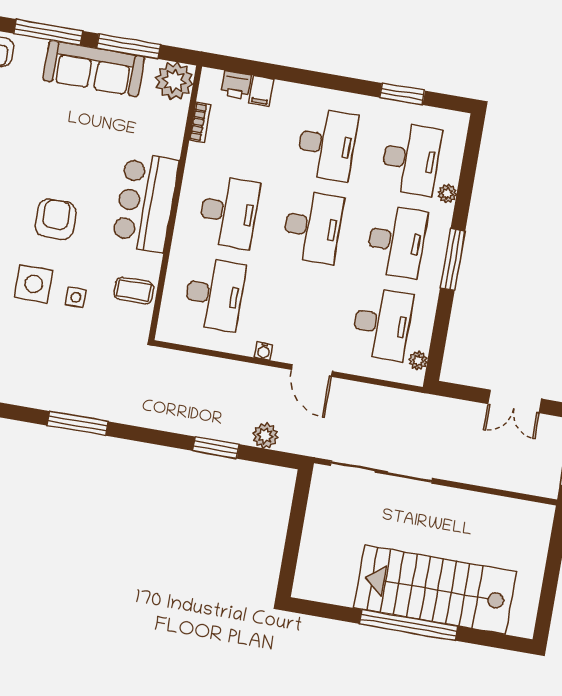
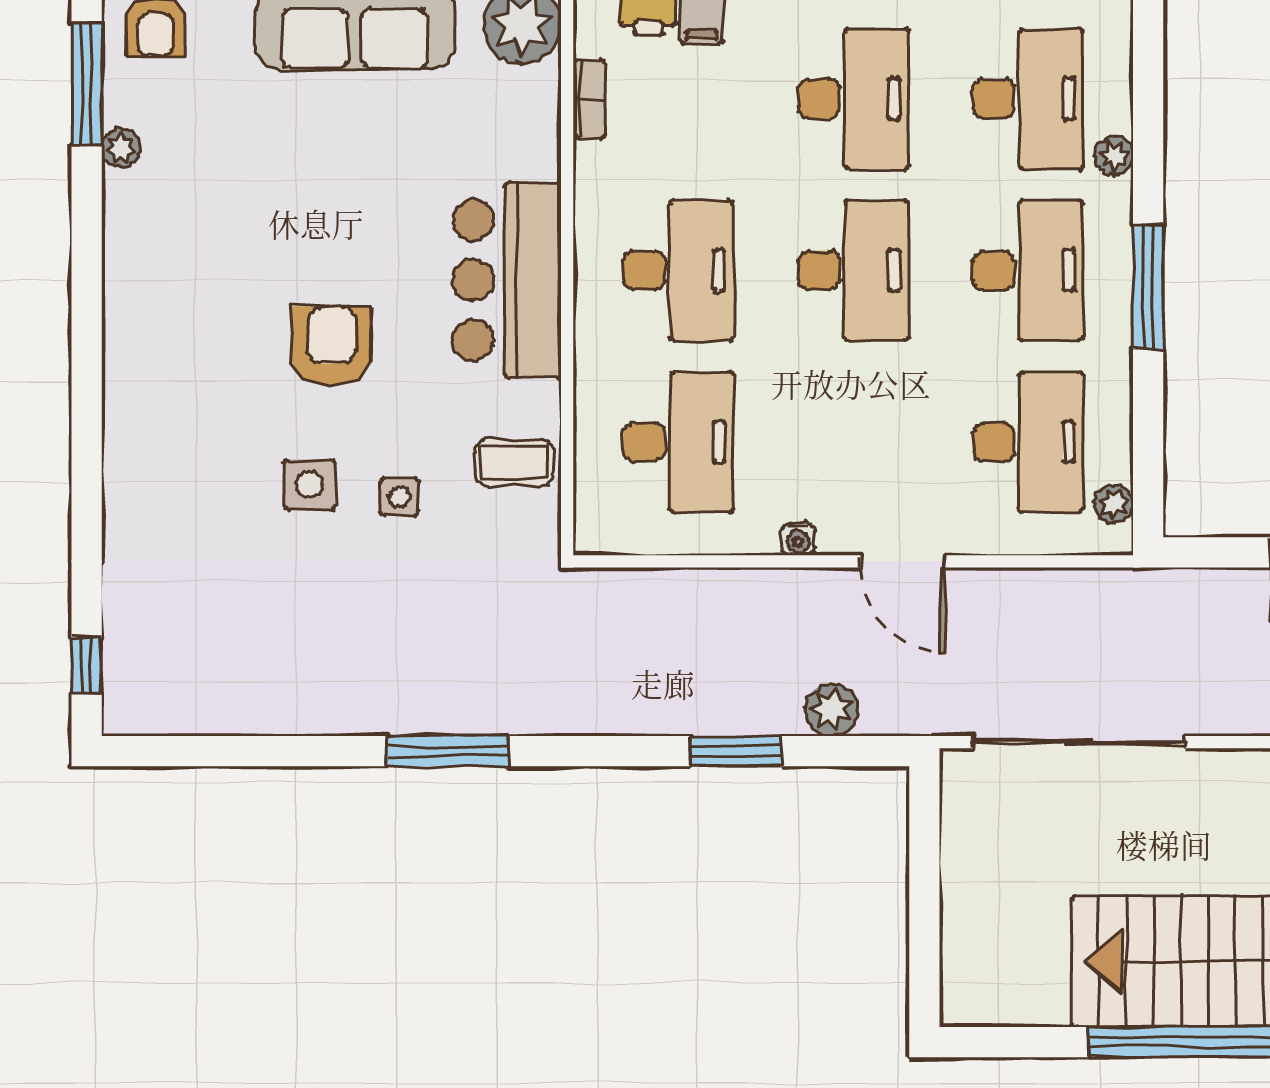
side table: (34, 284) -> (309, 484), width x0.73, depth x0.73

